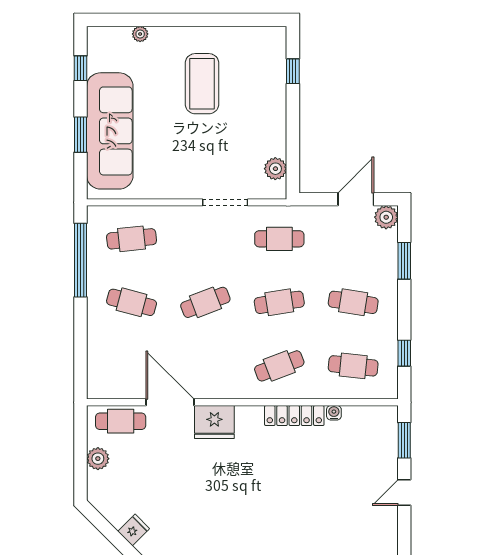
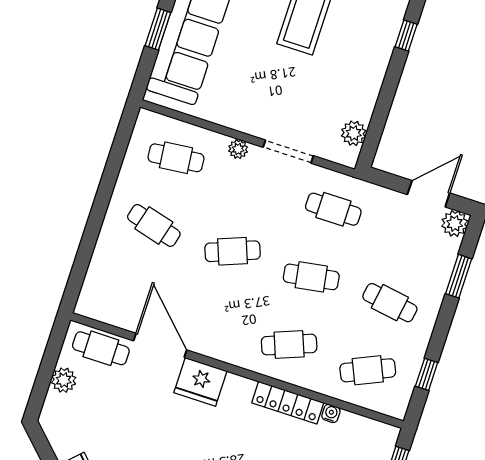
plant: (182, 214) -> (238, 149), added
window: (80, 260) -> (114, 163), removed
cafe table: (353, 366) -> (368, 370), turned -30

